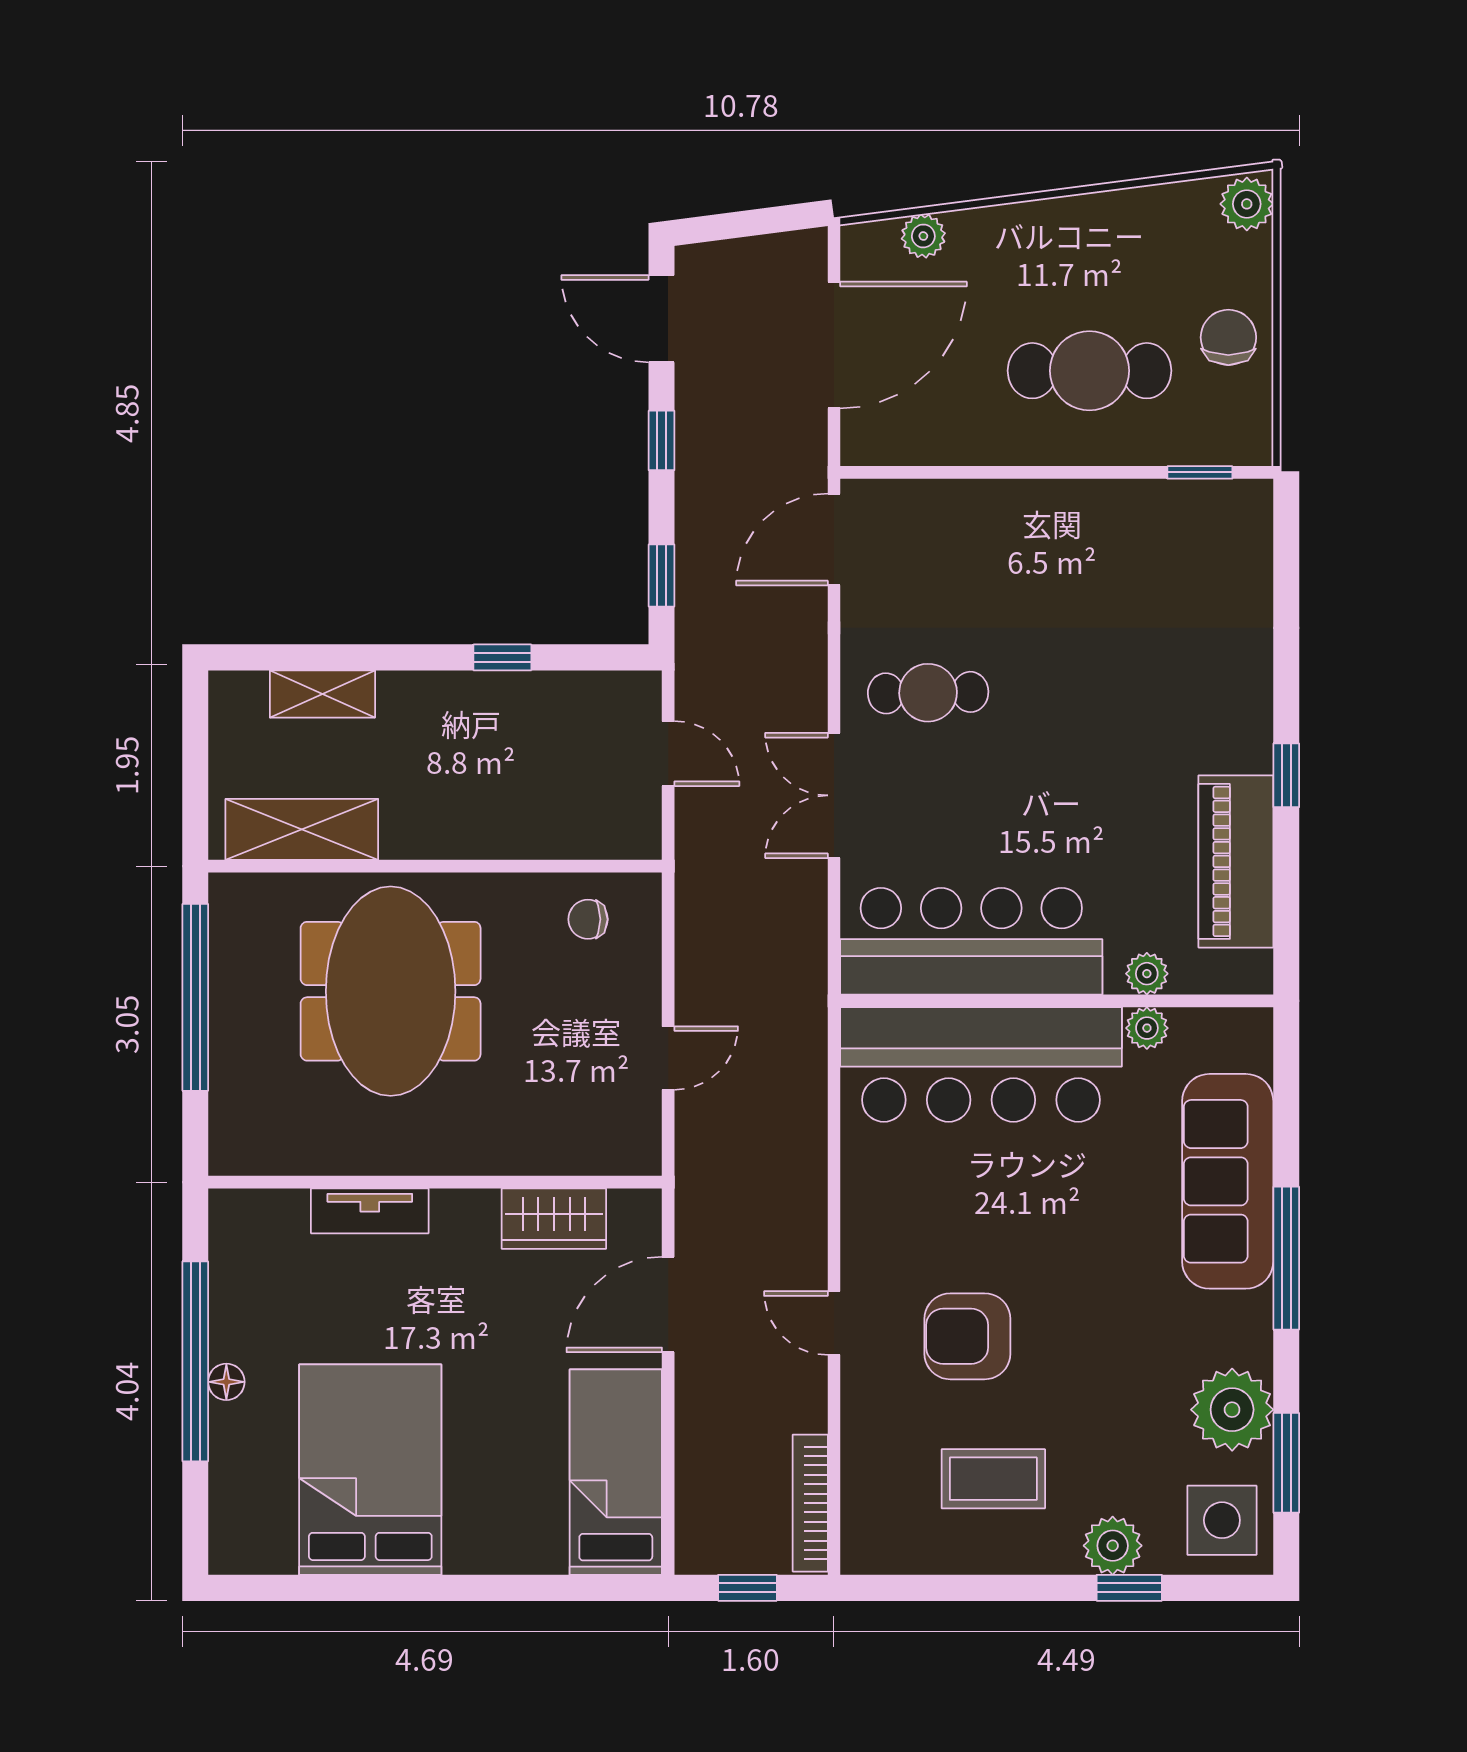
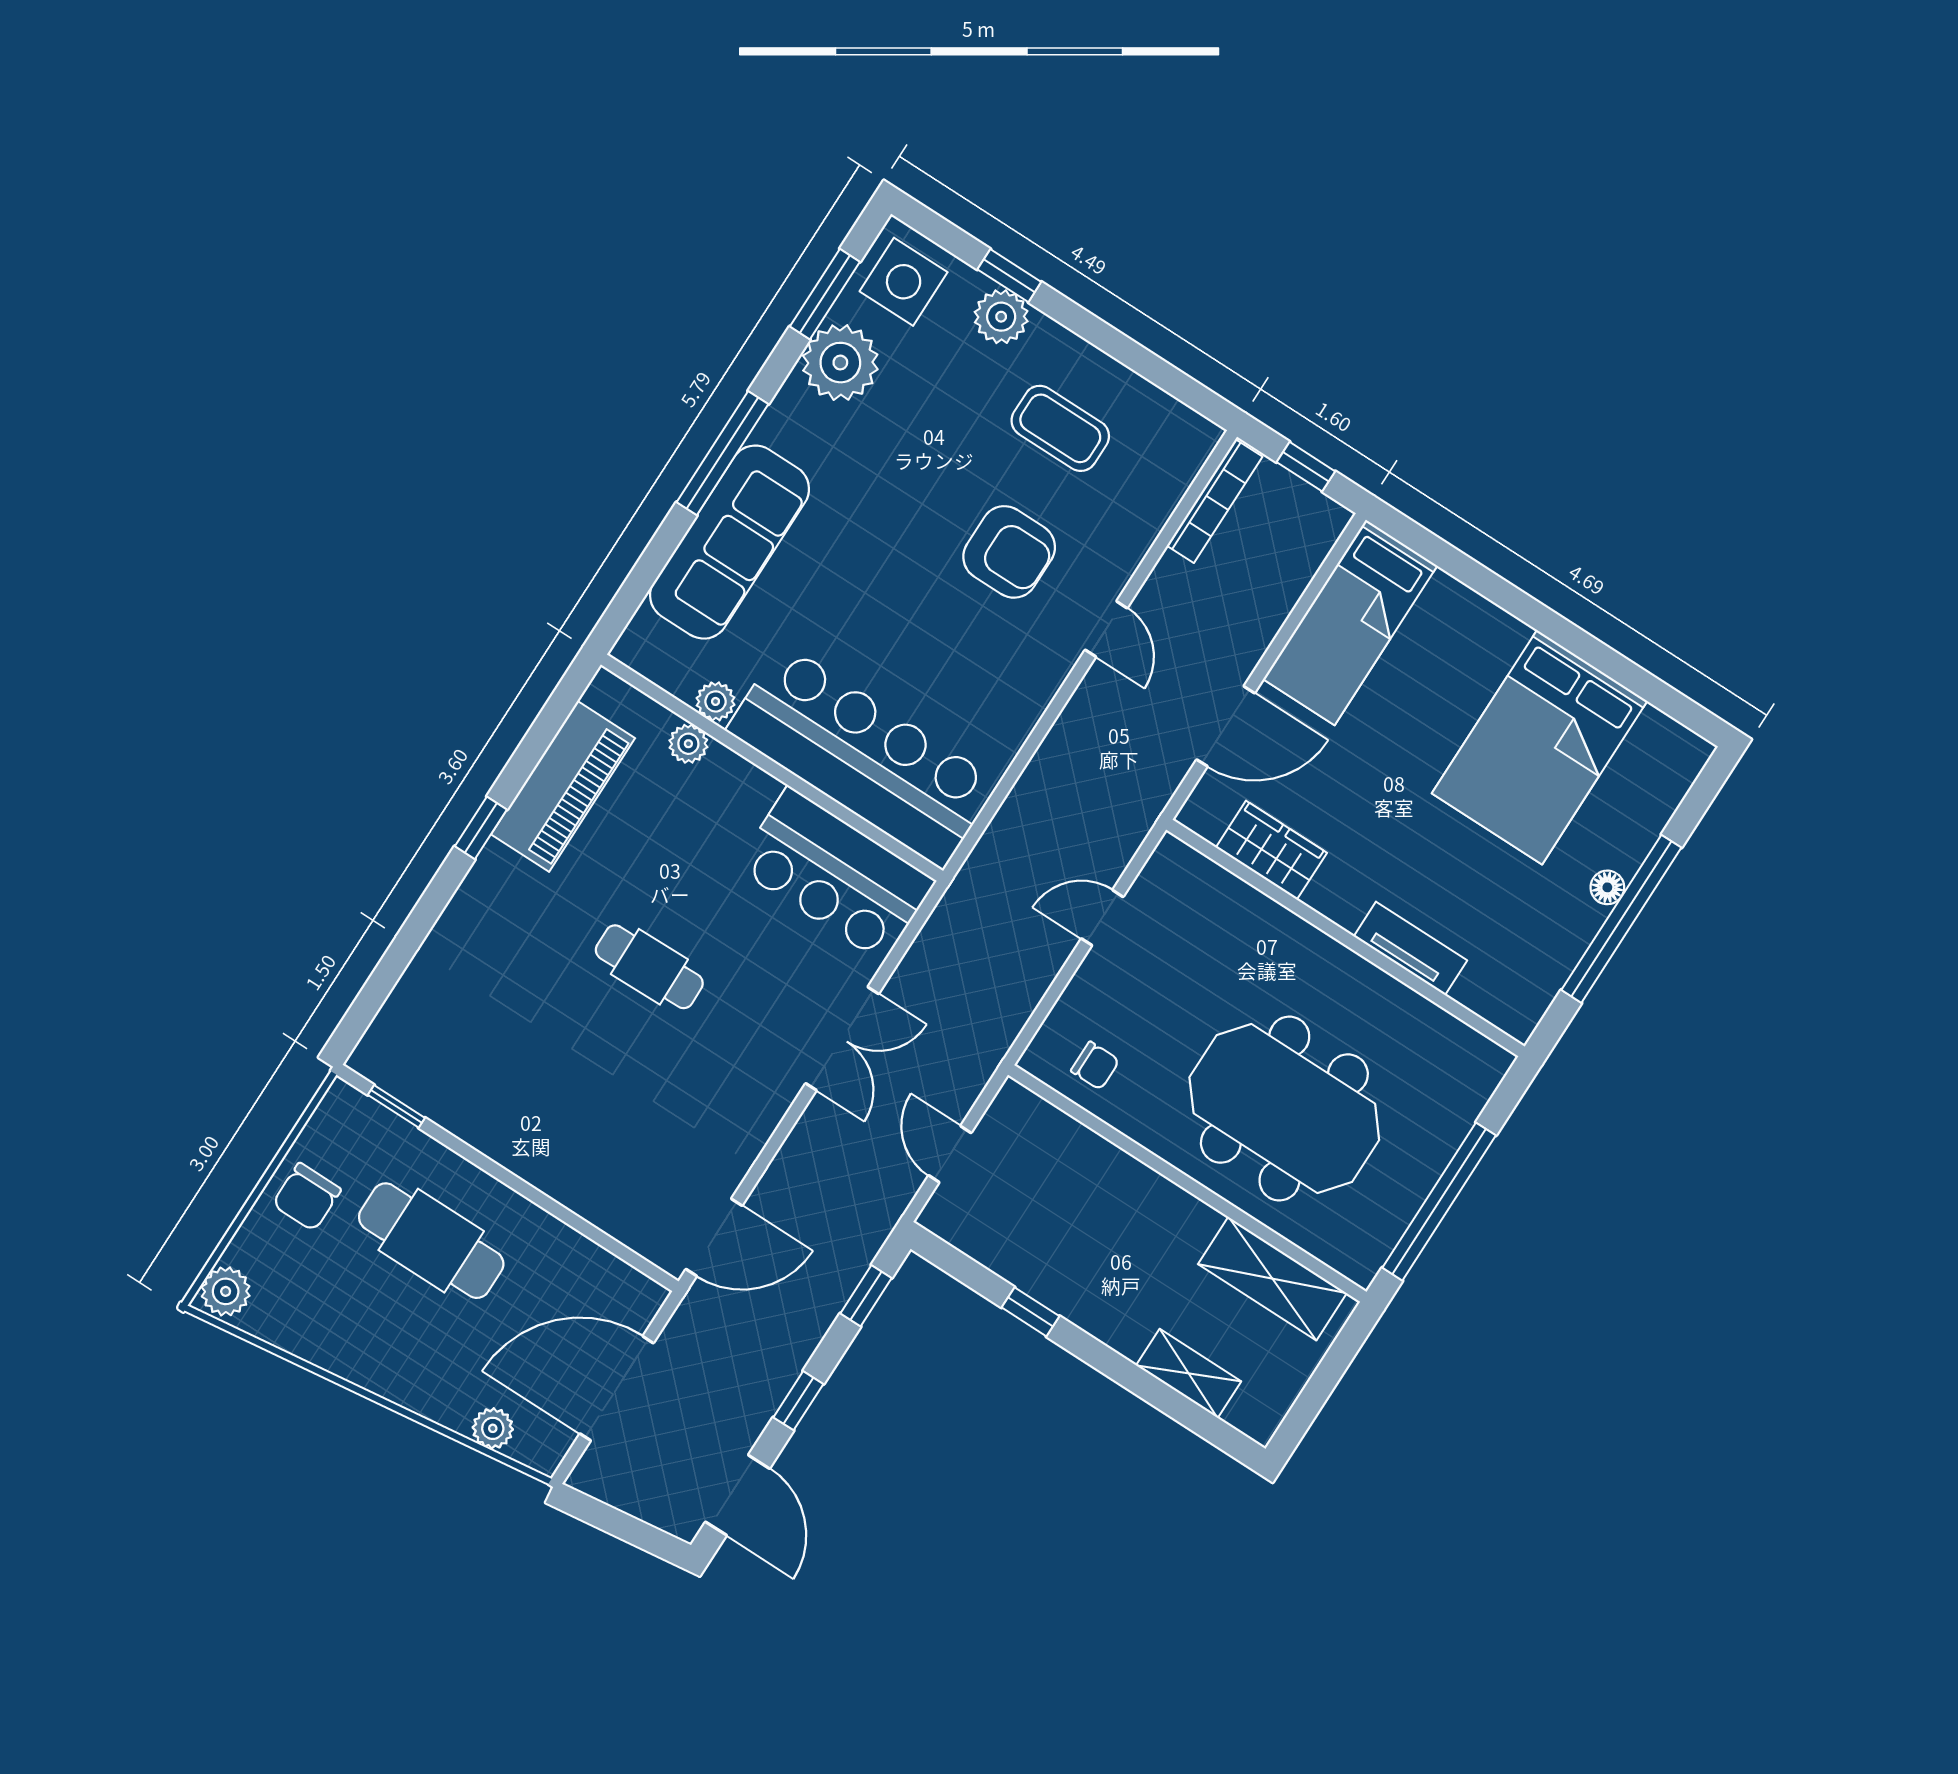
cafe table: (928, 693) -> (649, 967), moved
bar counter: (971, 941) -> (836, 874), width x0.73
meeting table: (391, 991) -> (1284, 1109), turned 90

